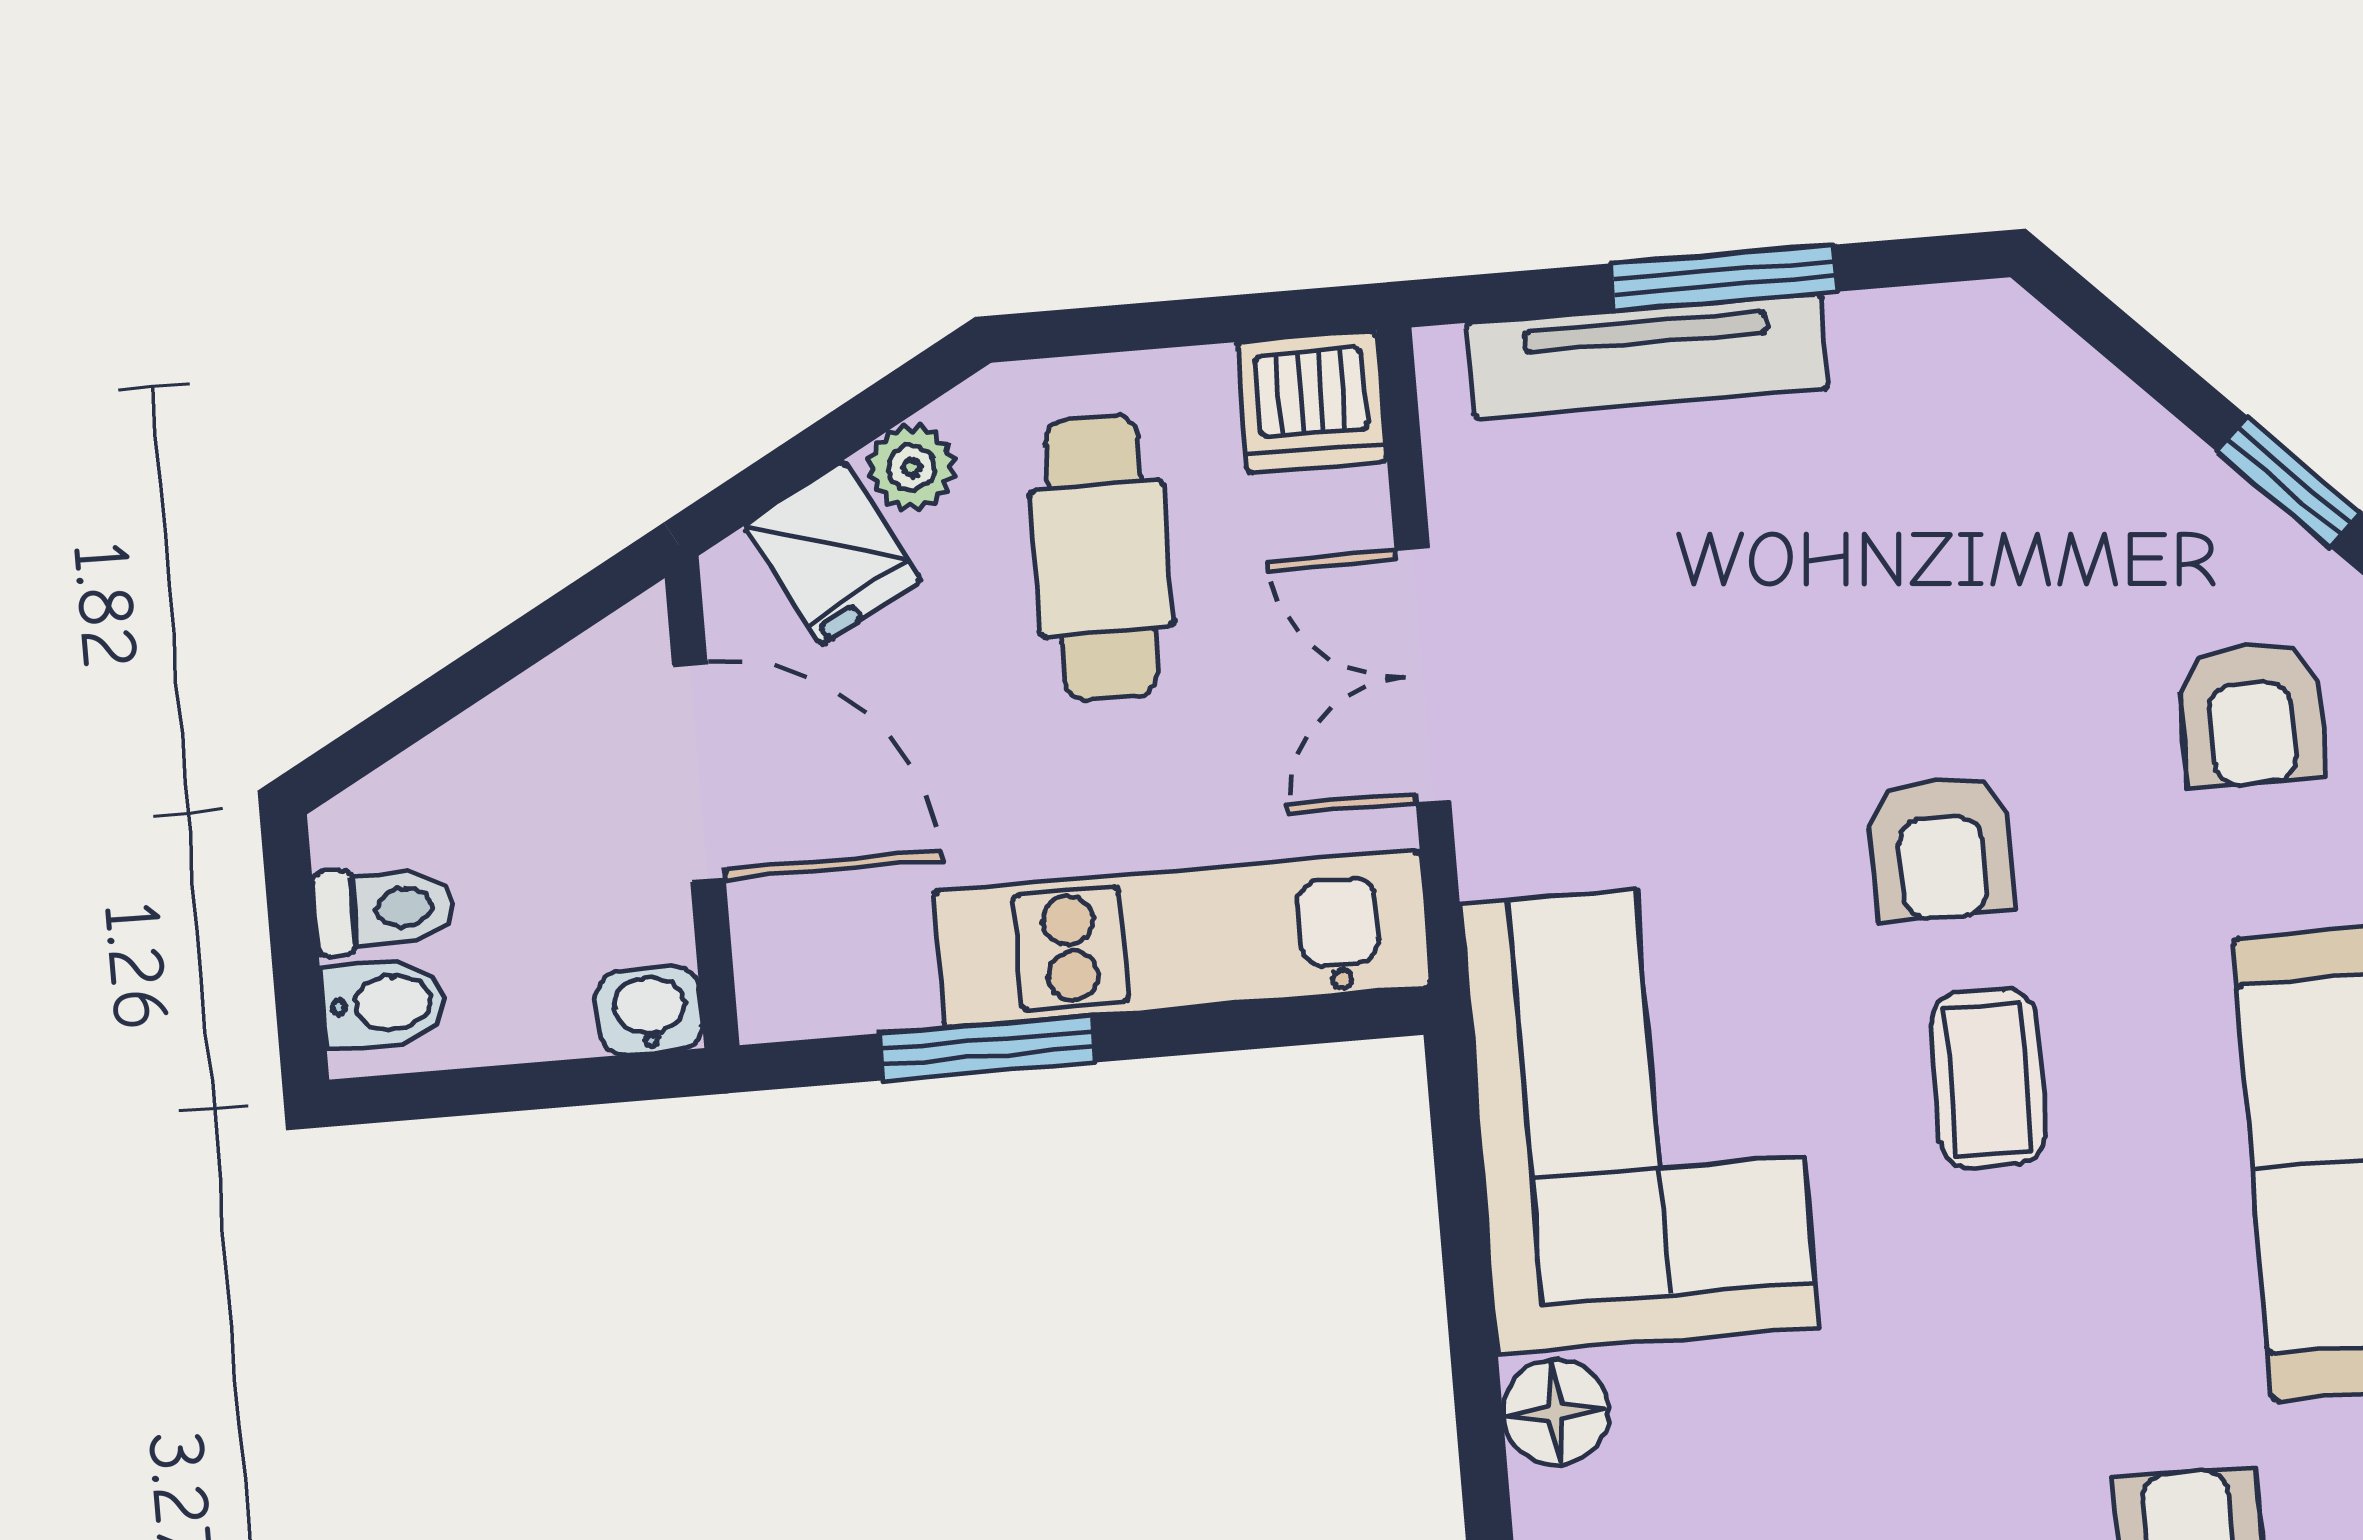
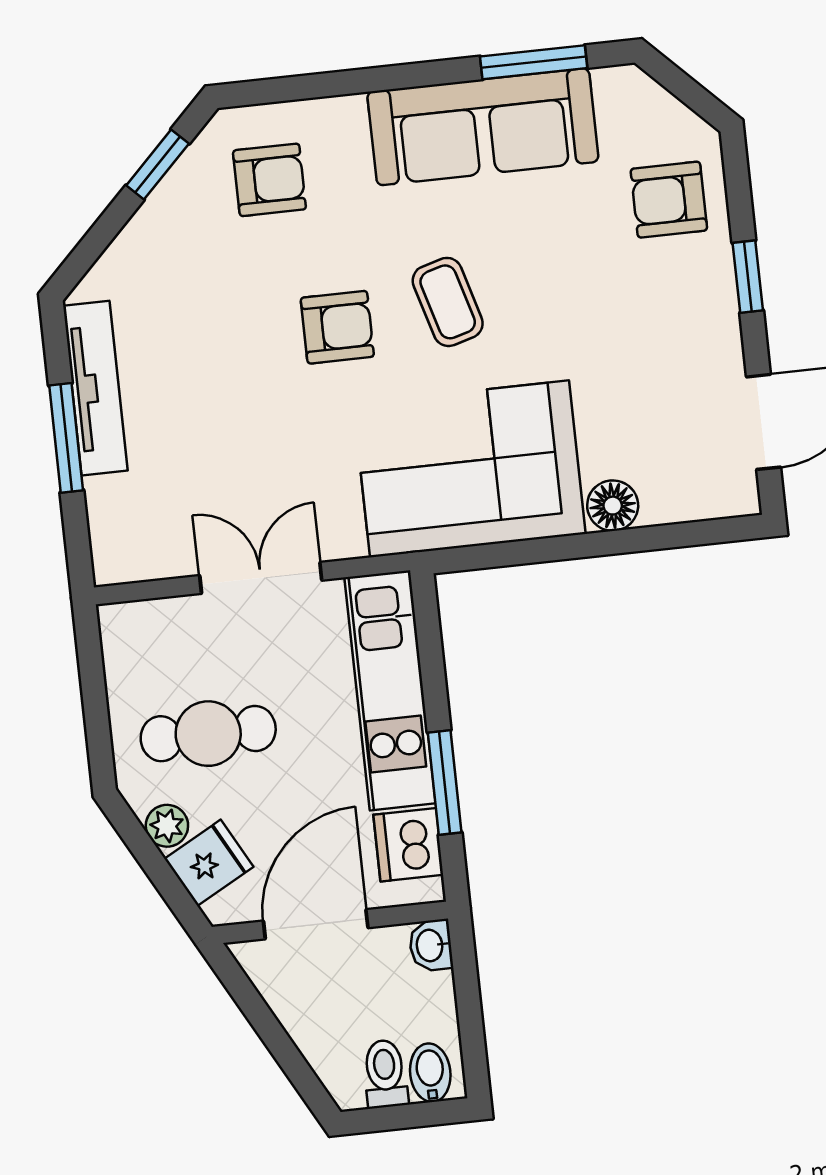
tv unit: (1647, 356) -> (95, 388), moved
dishwasher: (1312, 402) -> (408, 845), moved, turned 180
double door: (1423, 675) -> (261, 578), swing flipped
coffee table: (1988, 1079) -> (448, 302), turned 74

